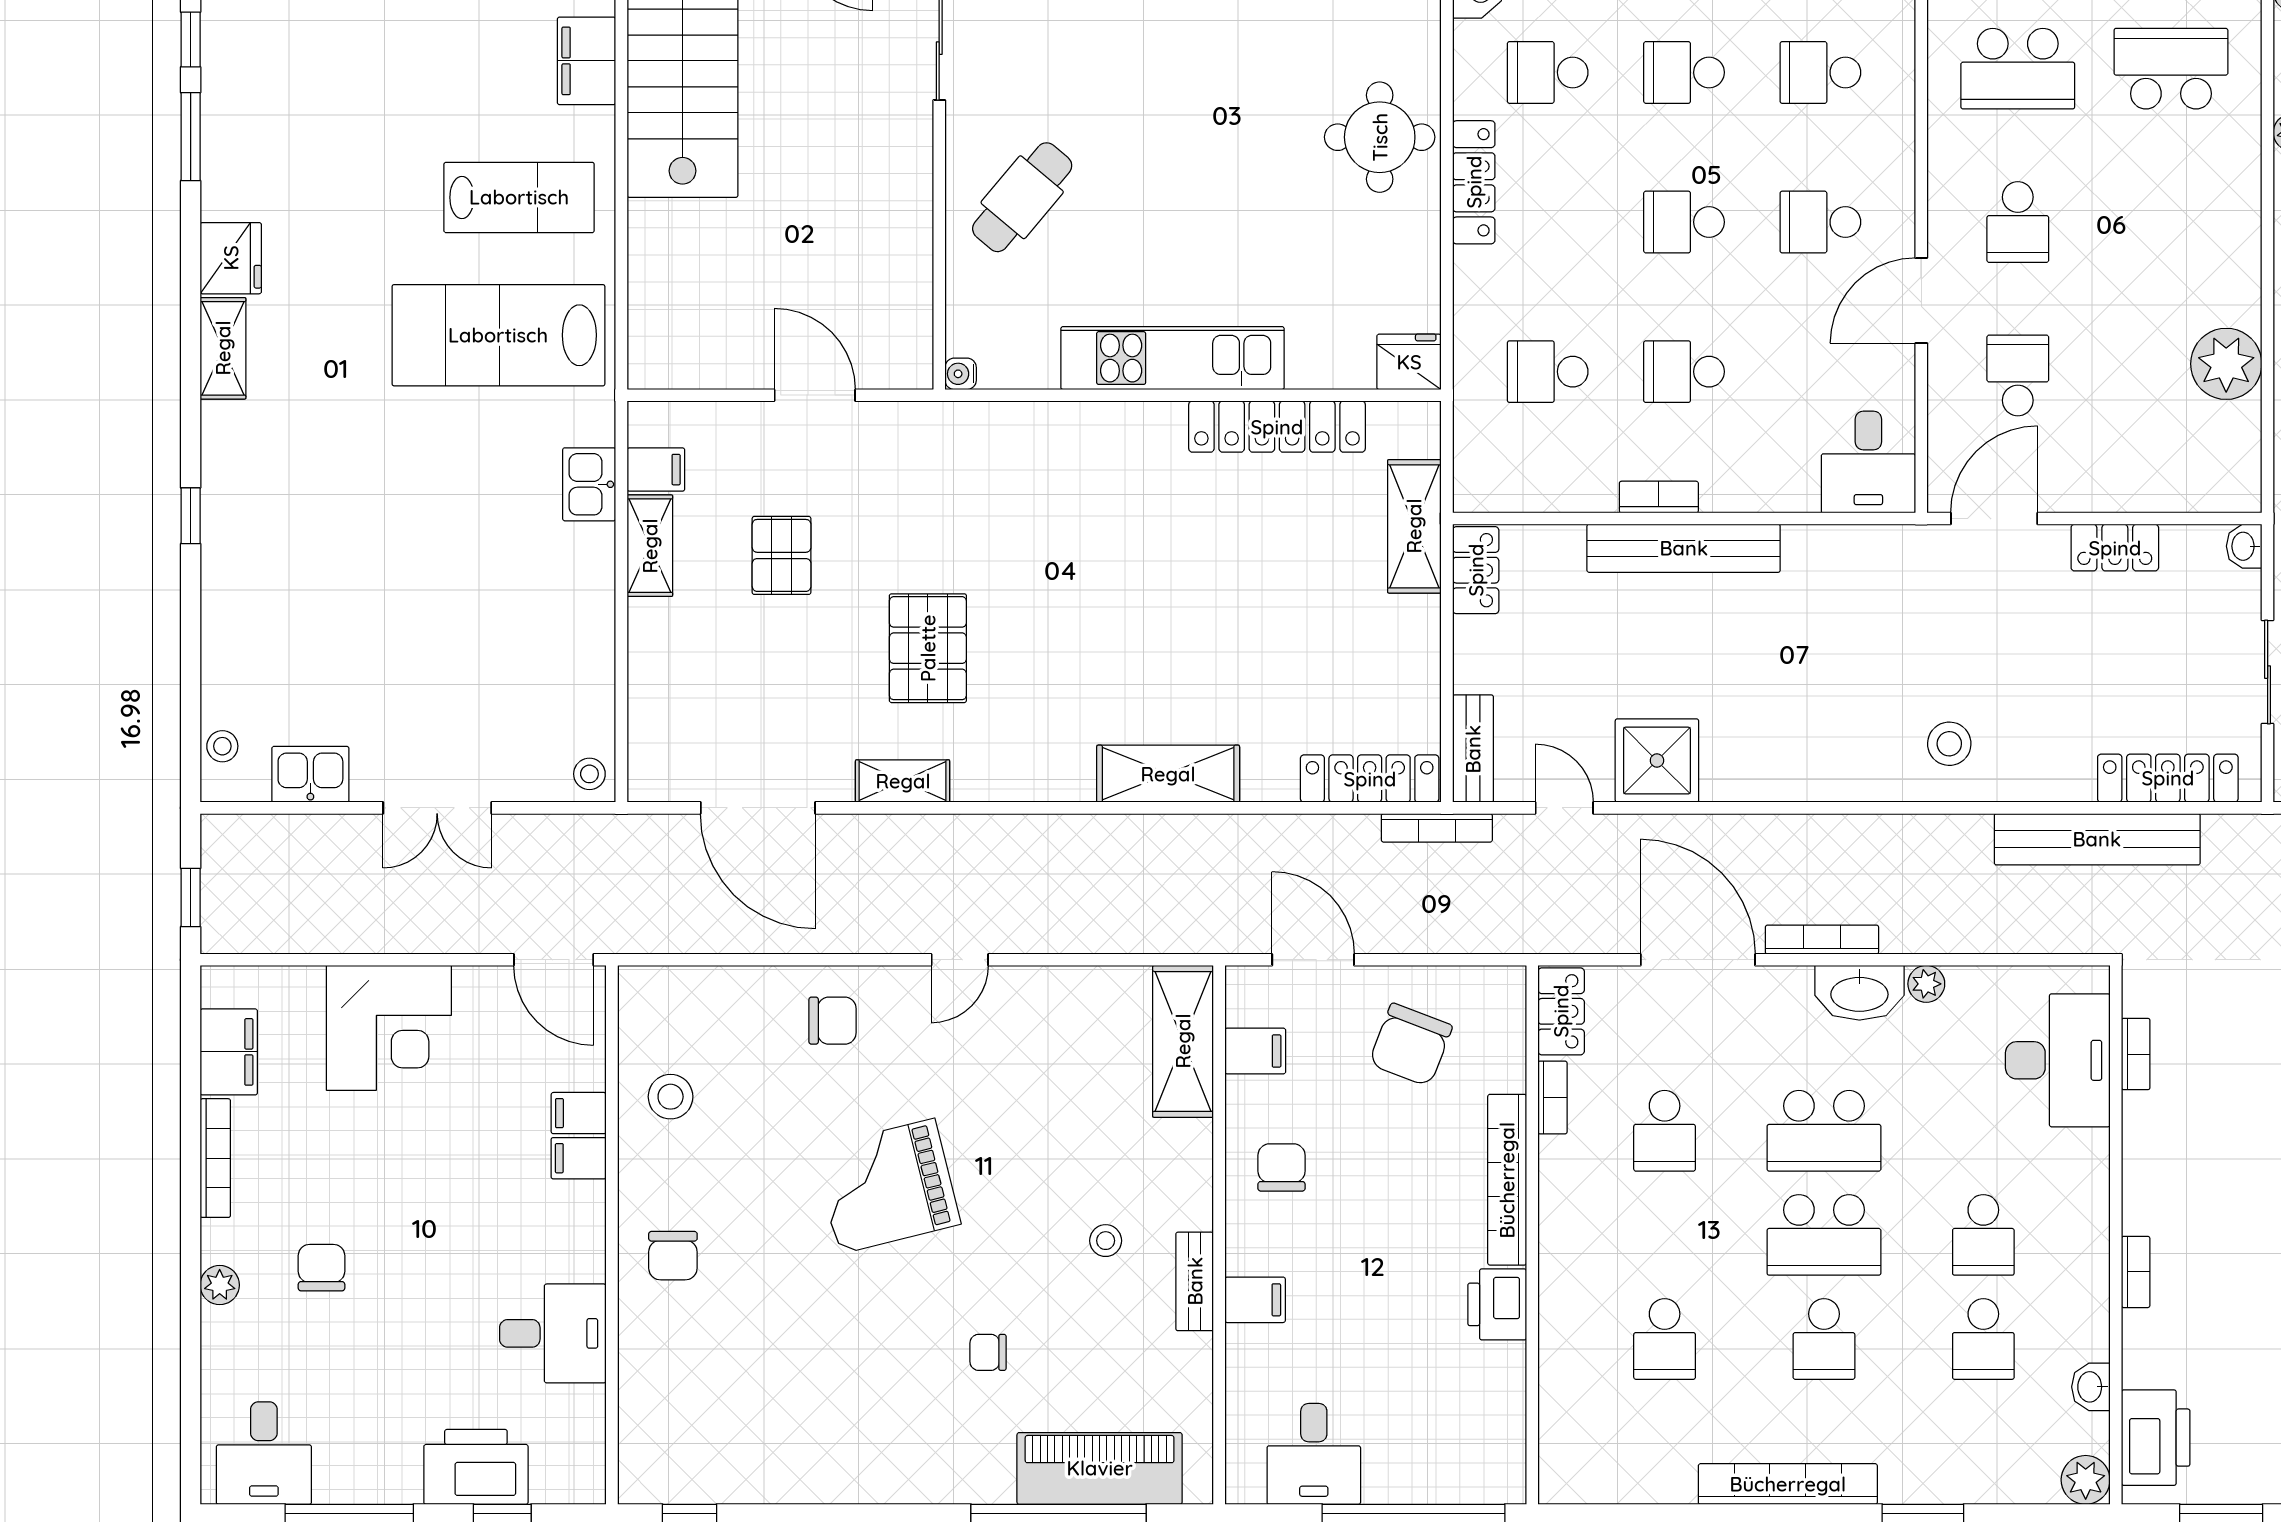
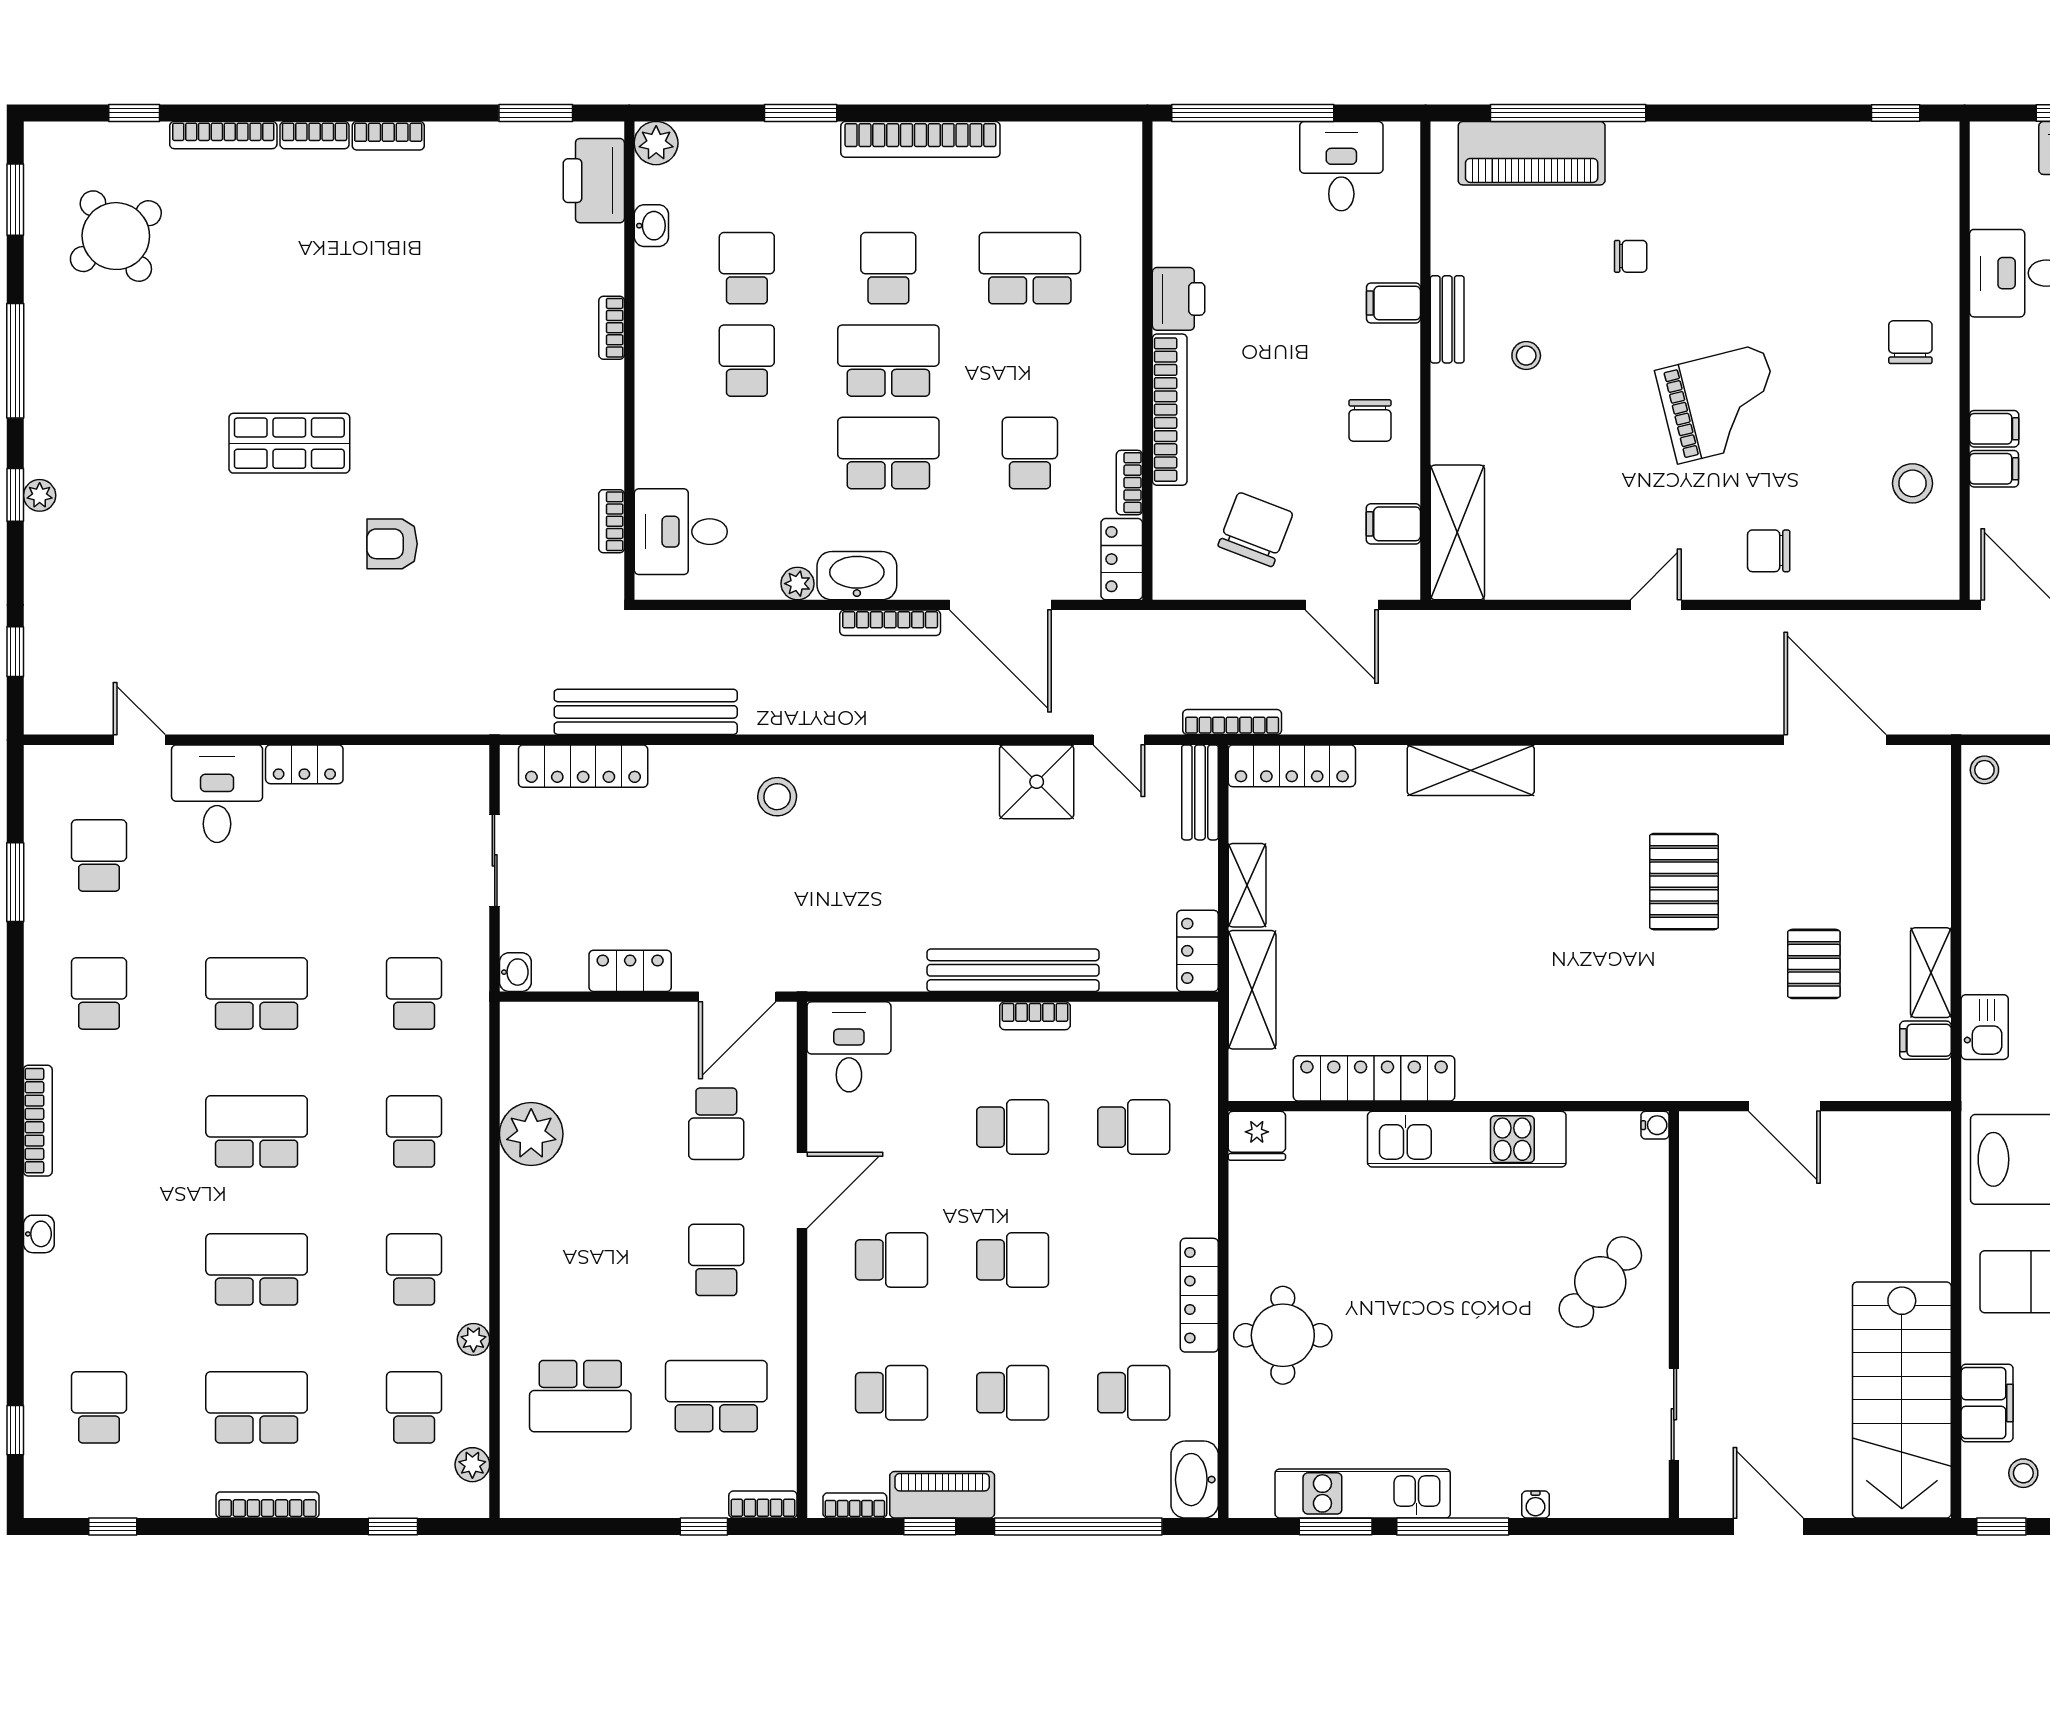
shelving: (903, 781) -> (1247, 885), moved, turned 90
desk: (2058, 1060) -> (681, 532), width x0.73
school desk: (1665, 1339) -> (1030, 268), width x1.85

